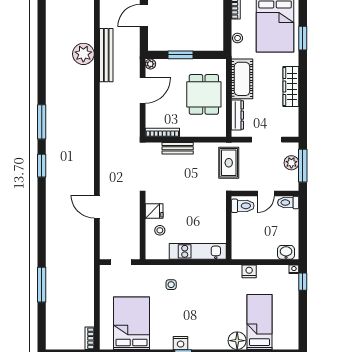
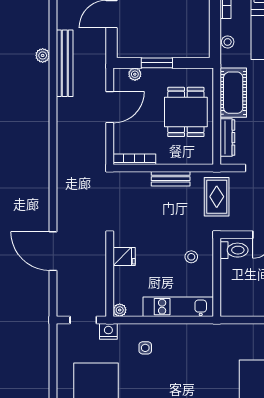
plant: (83, 54) -> (43, 55), width x0.53, depth x0.53
plant: (150, 64) -> (135, 74), moved
bench: (178, 148) -> (171, 179), moved
door: (97, 207) -> (53, 251), width x1.36
stool: (160, 230) -> (191, 257), moved
plant: (151, 254) -> (120, 310), added
nightstand: (249, 271) -> (108, 331), moved

